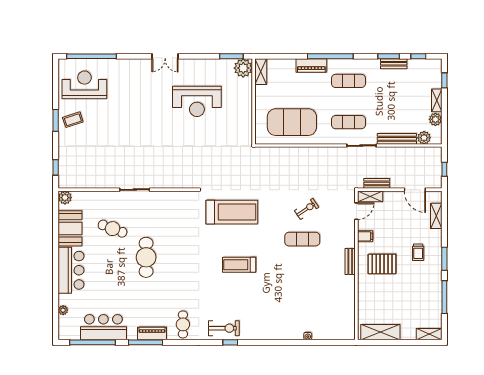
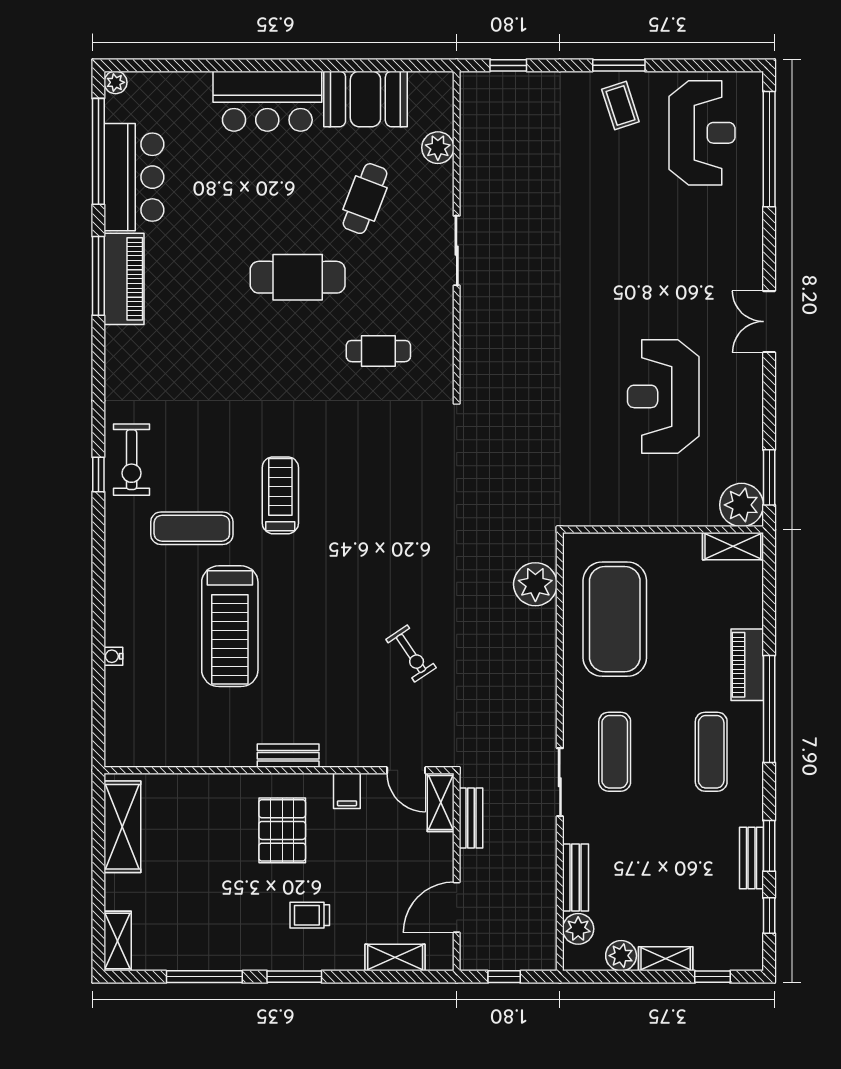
bench: (397, 139) -> (576, 877), width x0.73
plant: (277, 156) -> (535, 584), added
plant: (65, 198) -> (438, 148), moved
treadmill: (232, 212) -> (230, 626), moved
exercise mat: (302, 239) -> (192, 528), moved, turned 90
plant: (63, 310) -> (115, 82), moved
cafe table: (183, 324) -> (378, 351), moved
piano: (152, 334) -> (124, 279), width x1.37, depth x1.33

